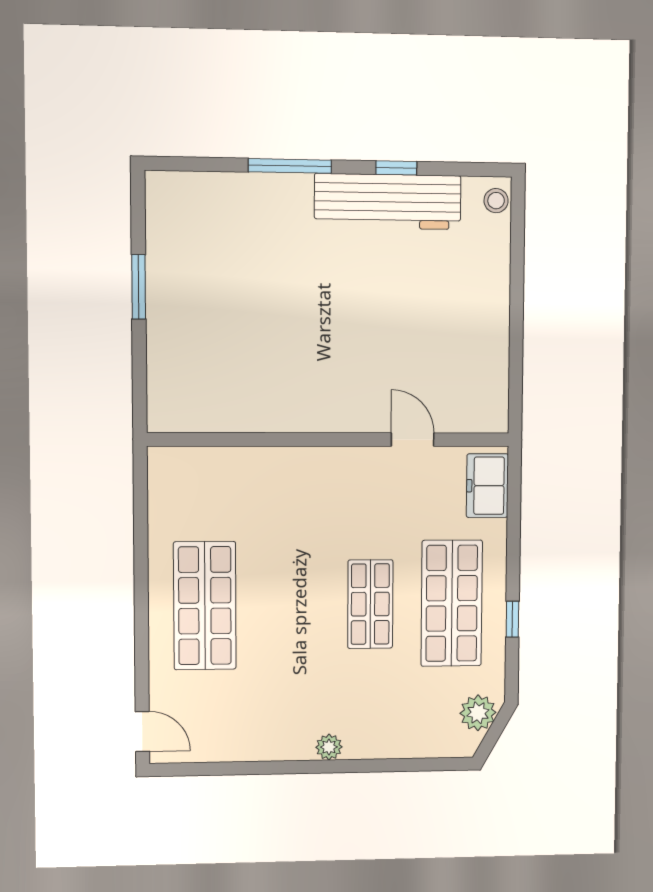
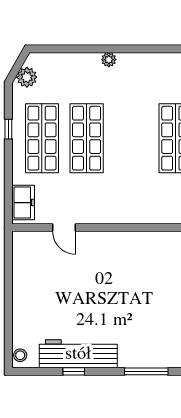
window: (290, 166) -> (146, 371), moved
shop shelf: (370, 604) -> (87, 138), width x1.43, depth x1.36

